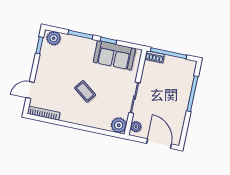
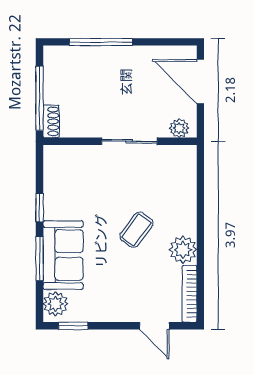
sofa: (114, 55) -> (63, 255), moved
plant: (119, 125) -> (183, 250), moved
door: (159, 144) -> (200, 82), hinge flipped

